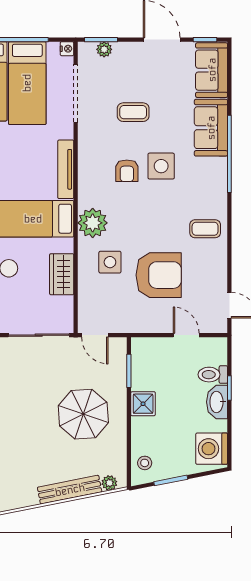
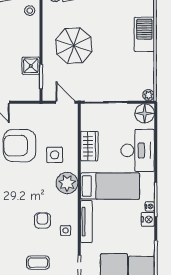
side table: (161, 166) -> (66, 230), moved, width x0.54, depth x0.54
shower: (143, 404) -> (31, 66), moved

